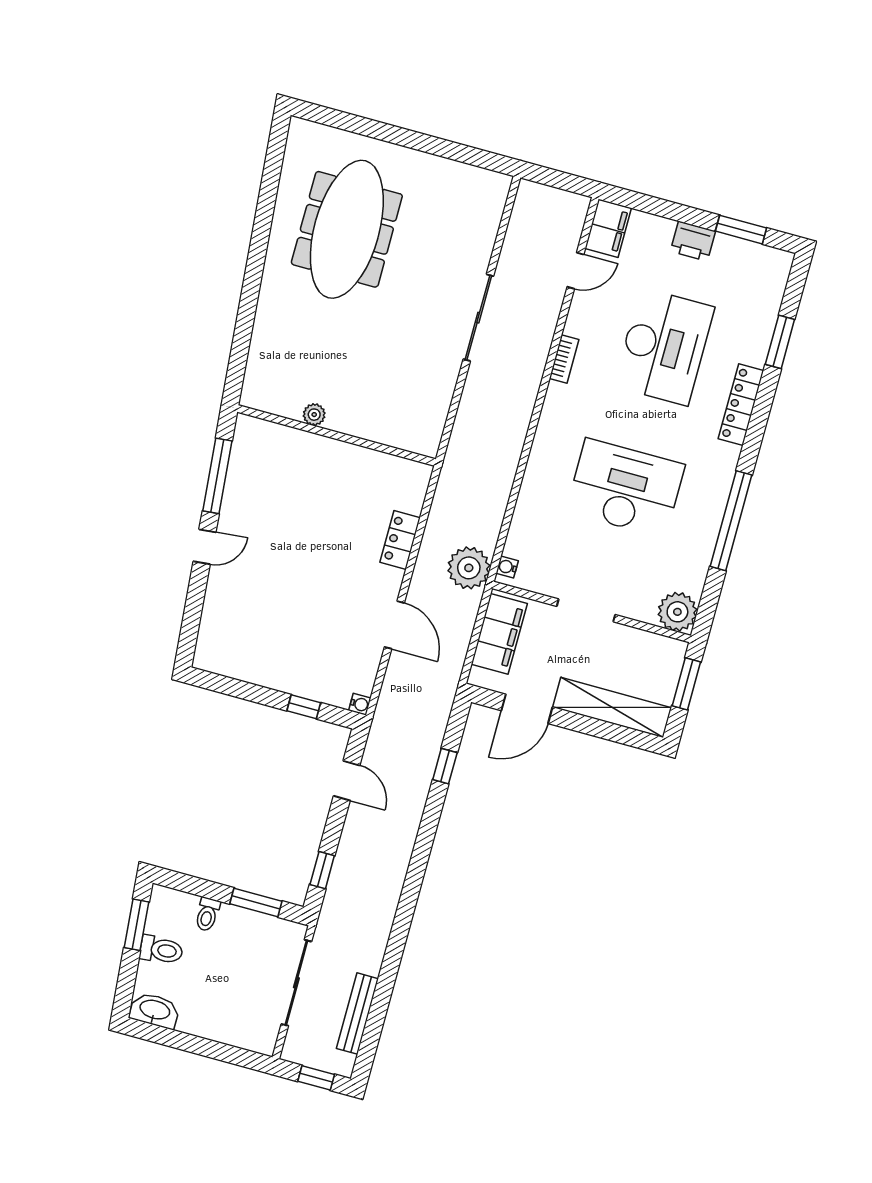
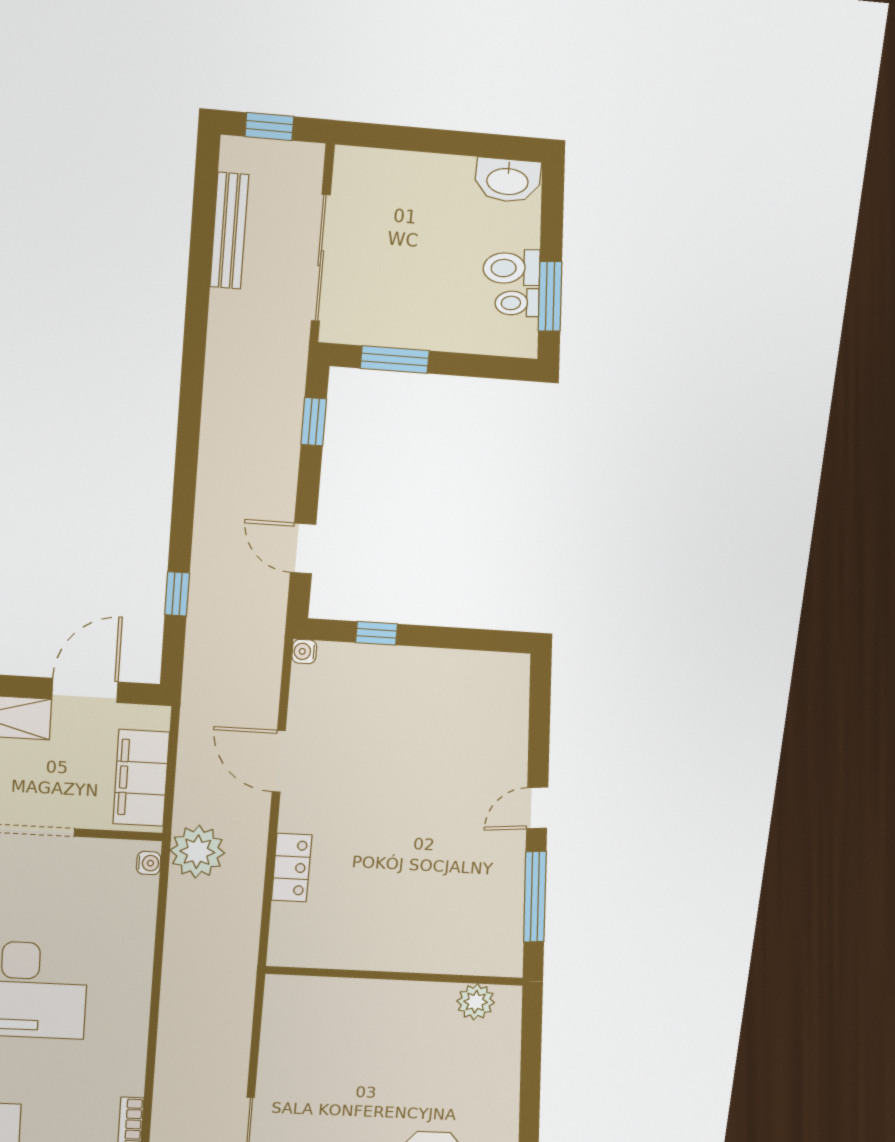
plant: (314, 415) -> (476, 1002), moved, width x1.38, depth x1.38
toilet: (207, 914) -> (517, 303), moved, turned -95

